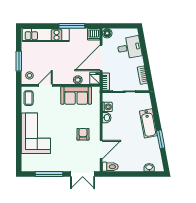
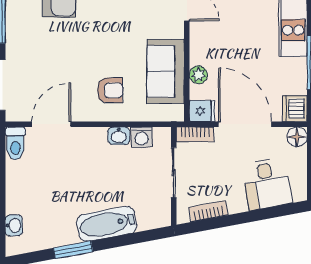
armchair: (83, 134) -> (110, 90), moved
door: (101, 150) -> (51, 124), swing flipped

